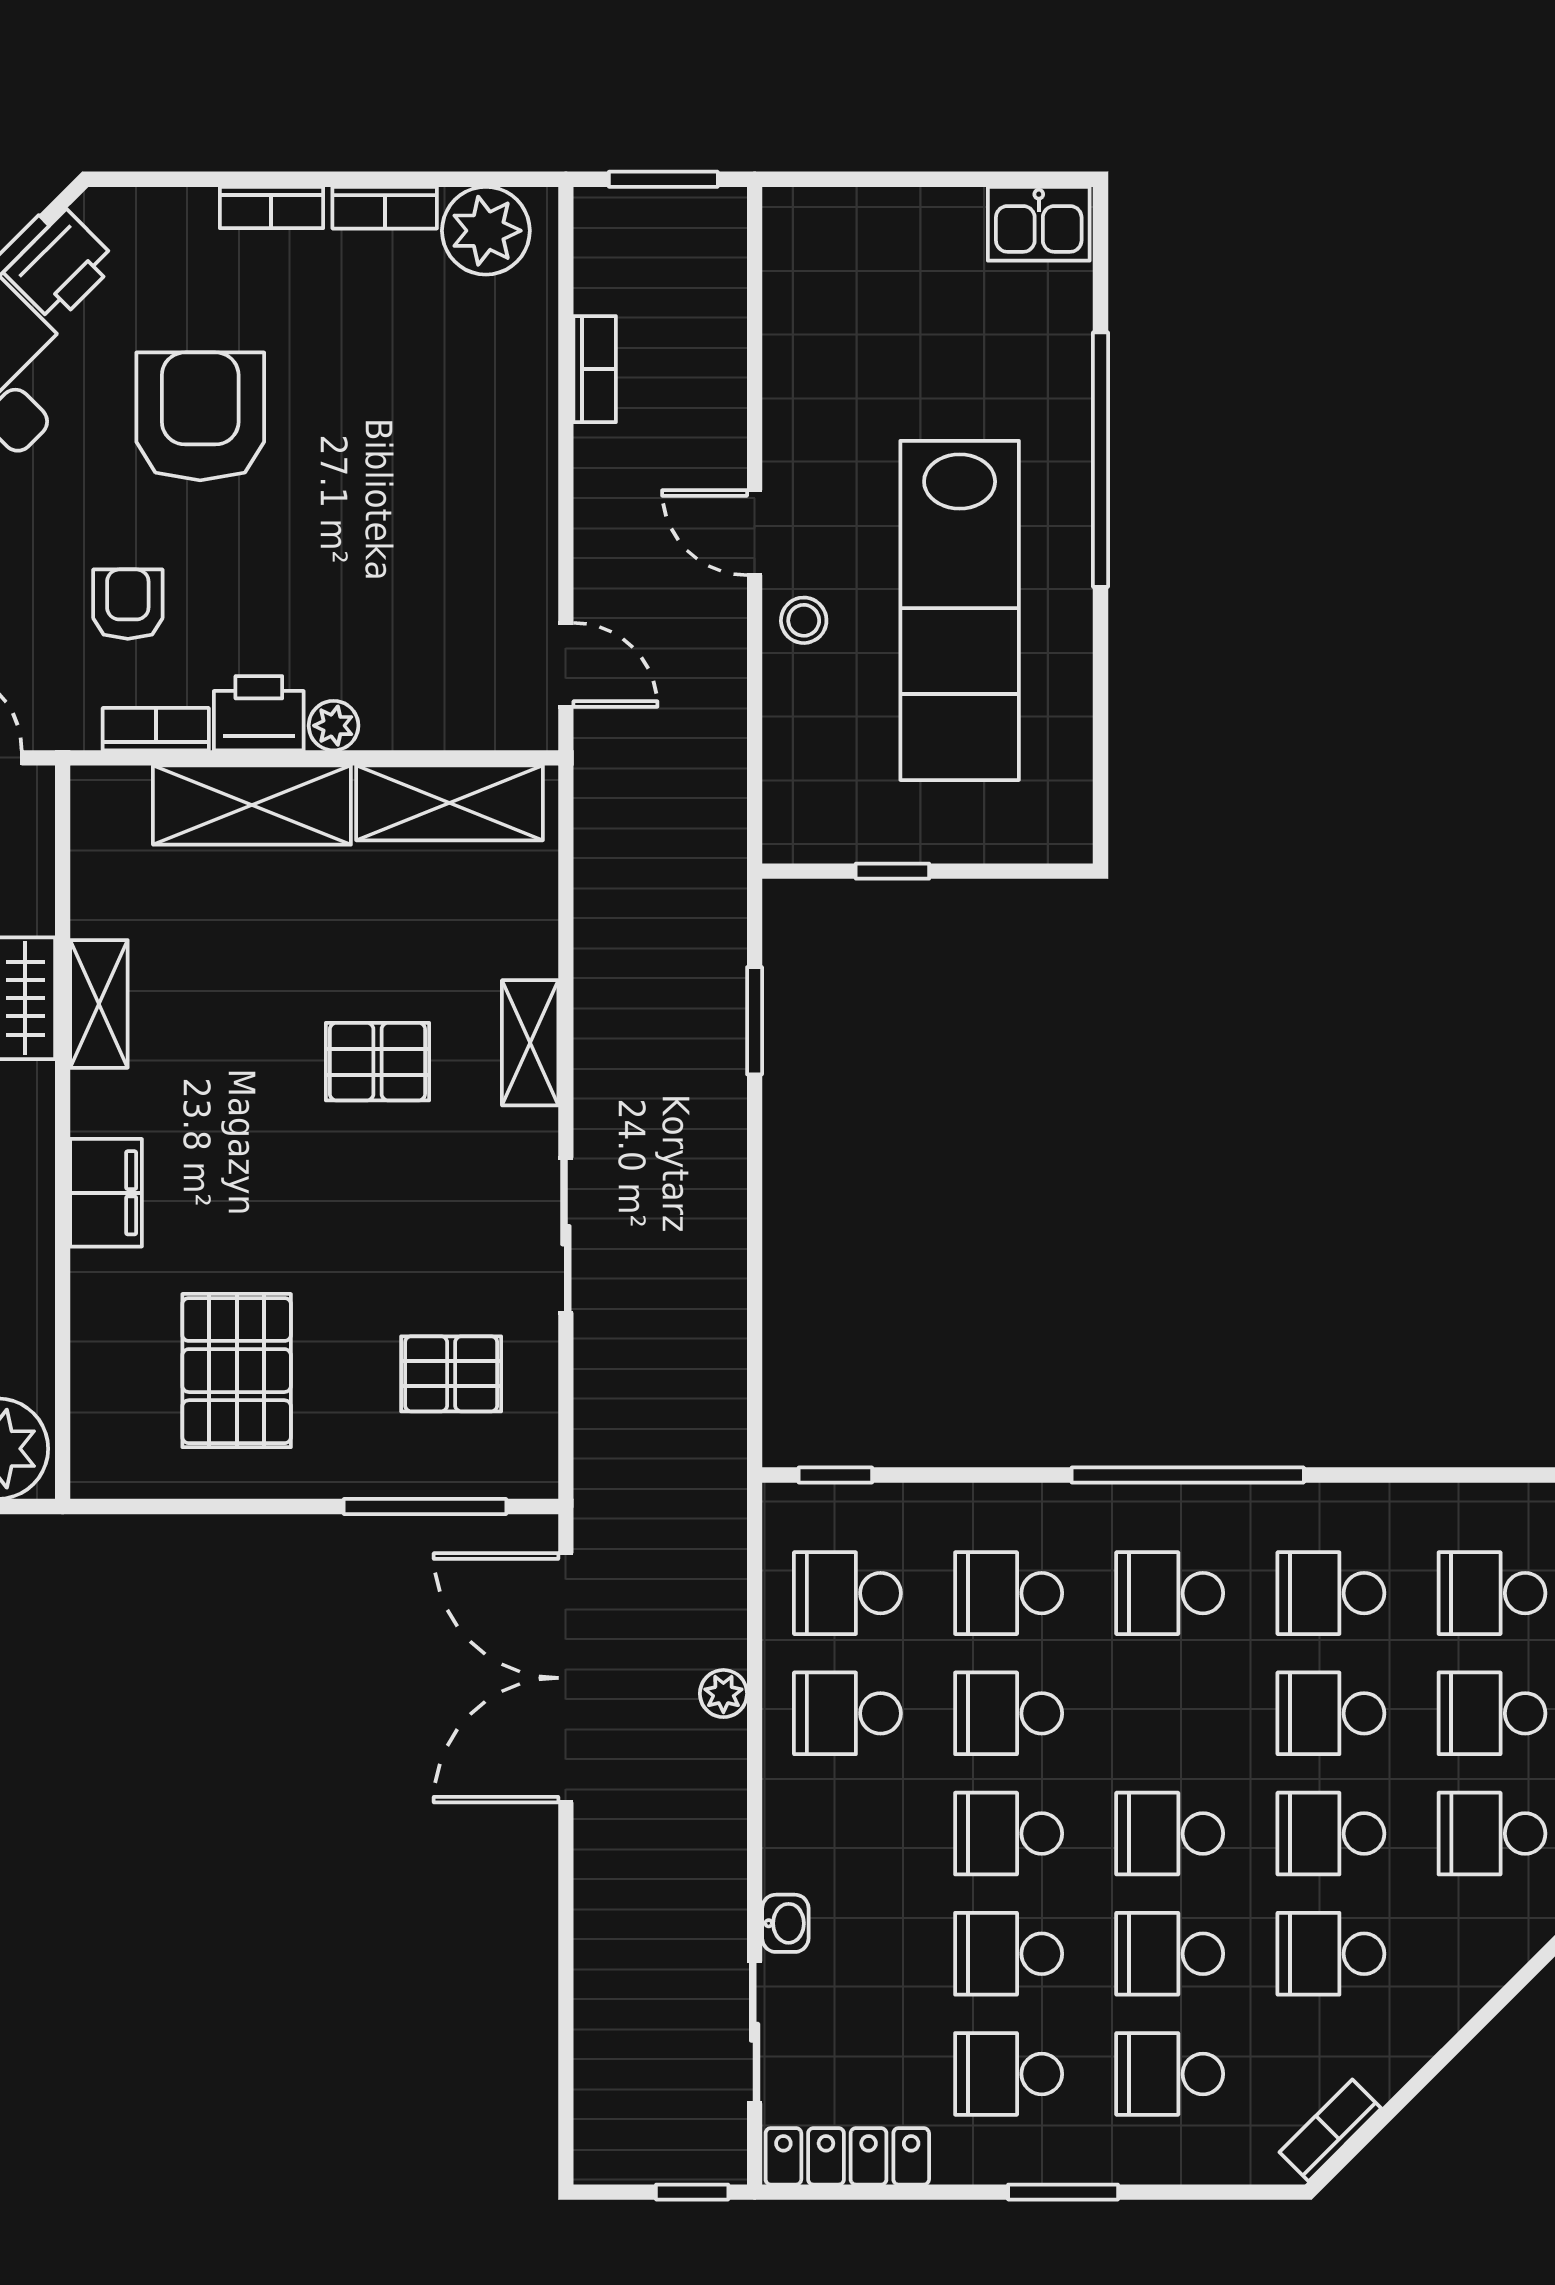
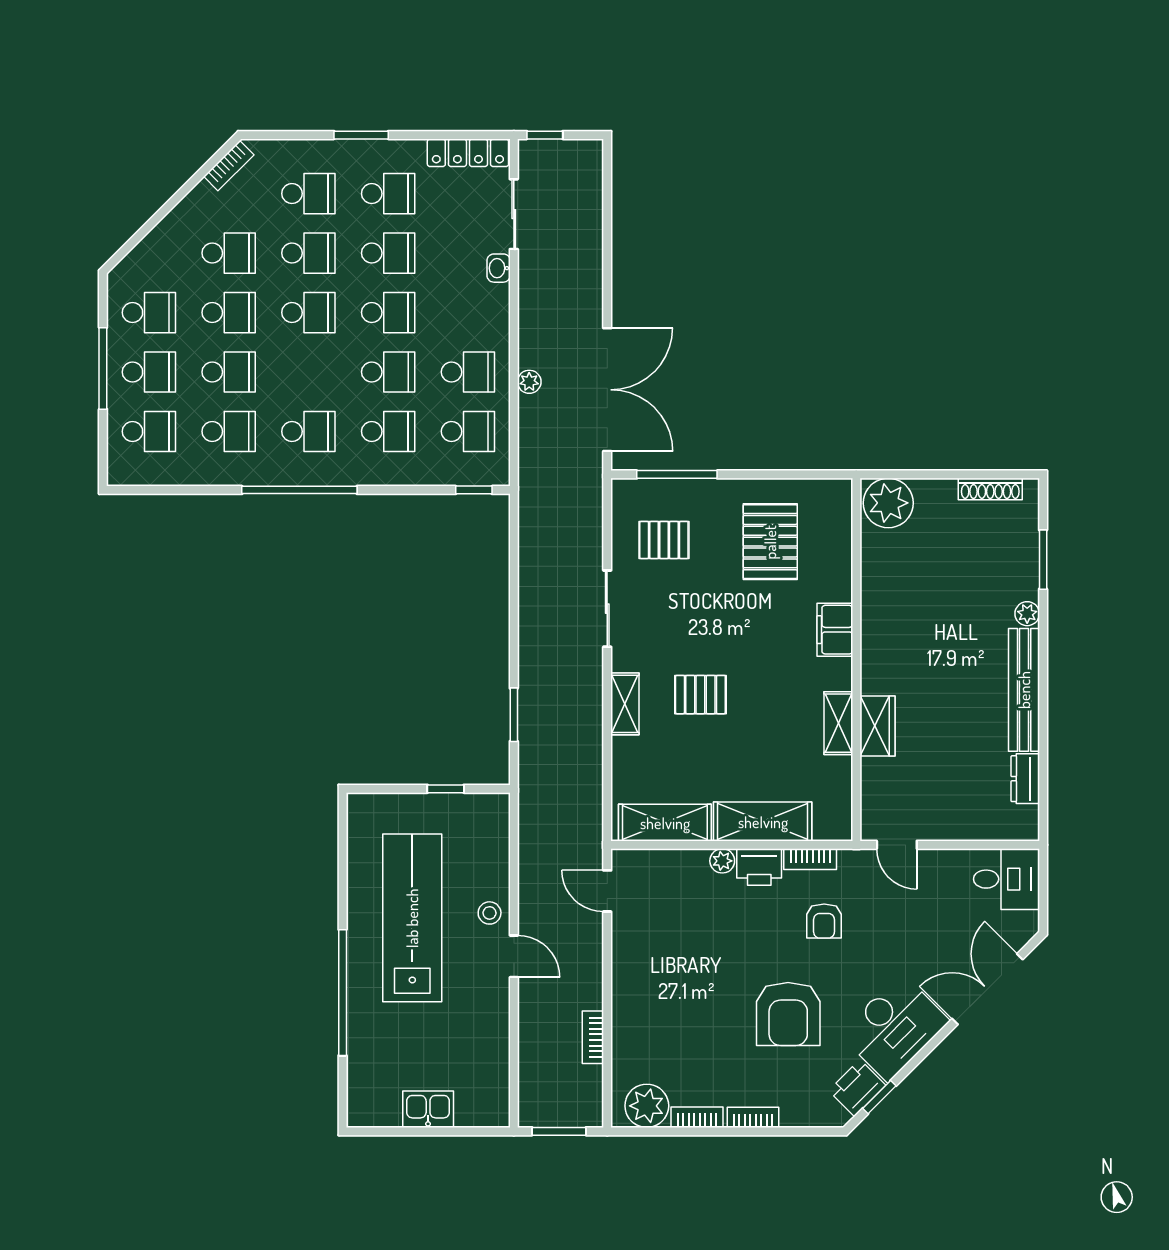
kitchen sink: (1039, 224) -> (428, 1109), moved

